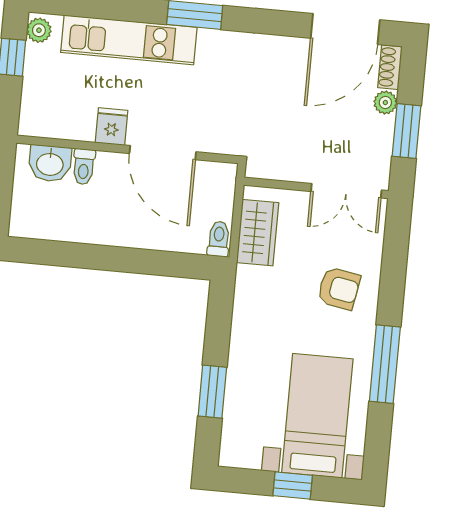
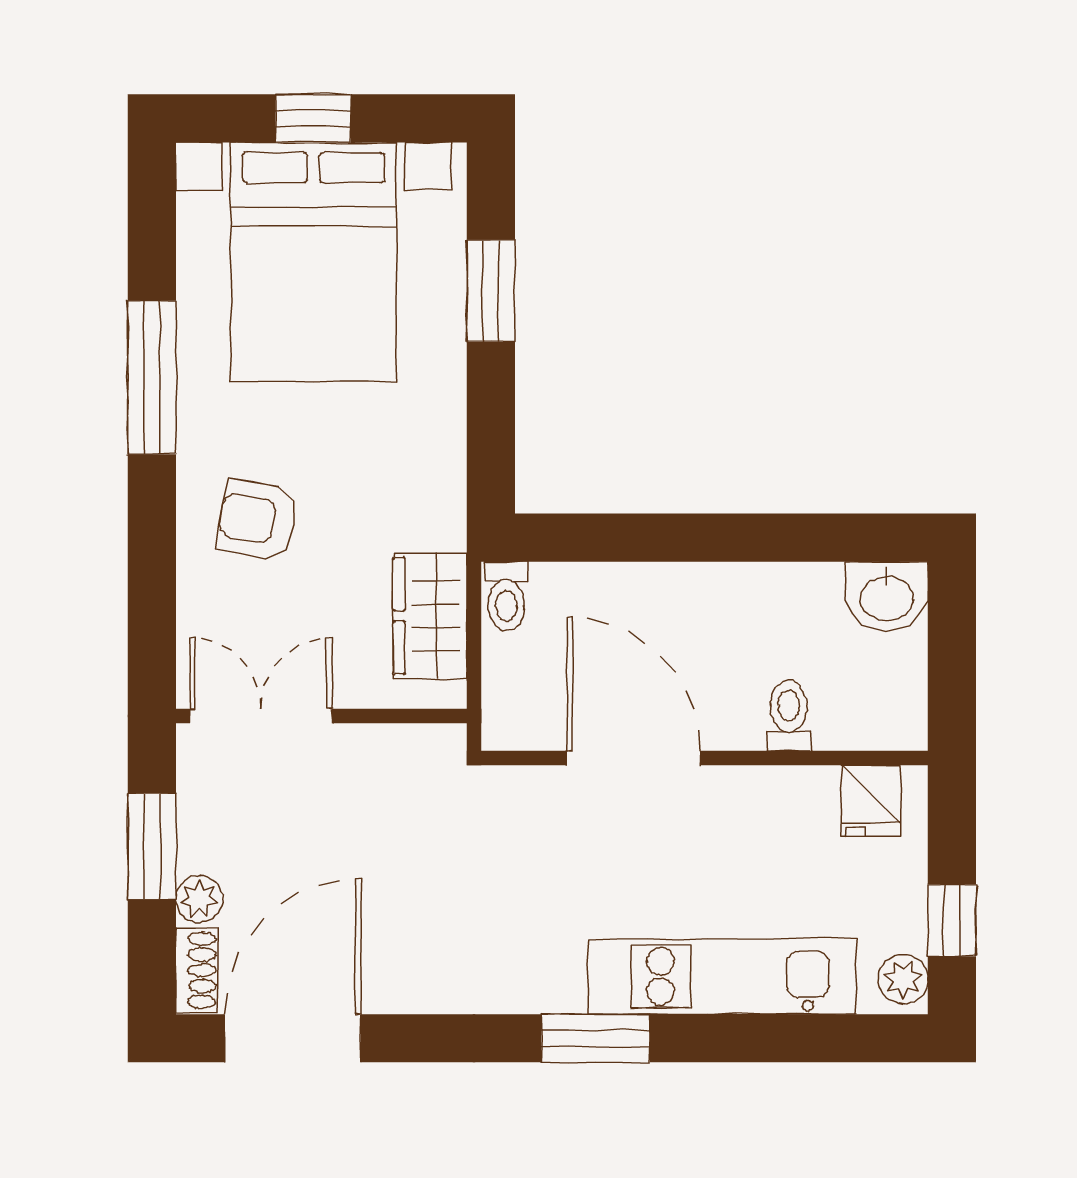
fridge: (112, 127) -> (871, 800), moved
washbasin: (50, 163) -> (887, 597), moved, turned 180
bed with nightstands: (317, 416) -> (314, 262), width x1.36

